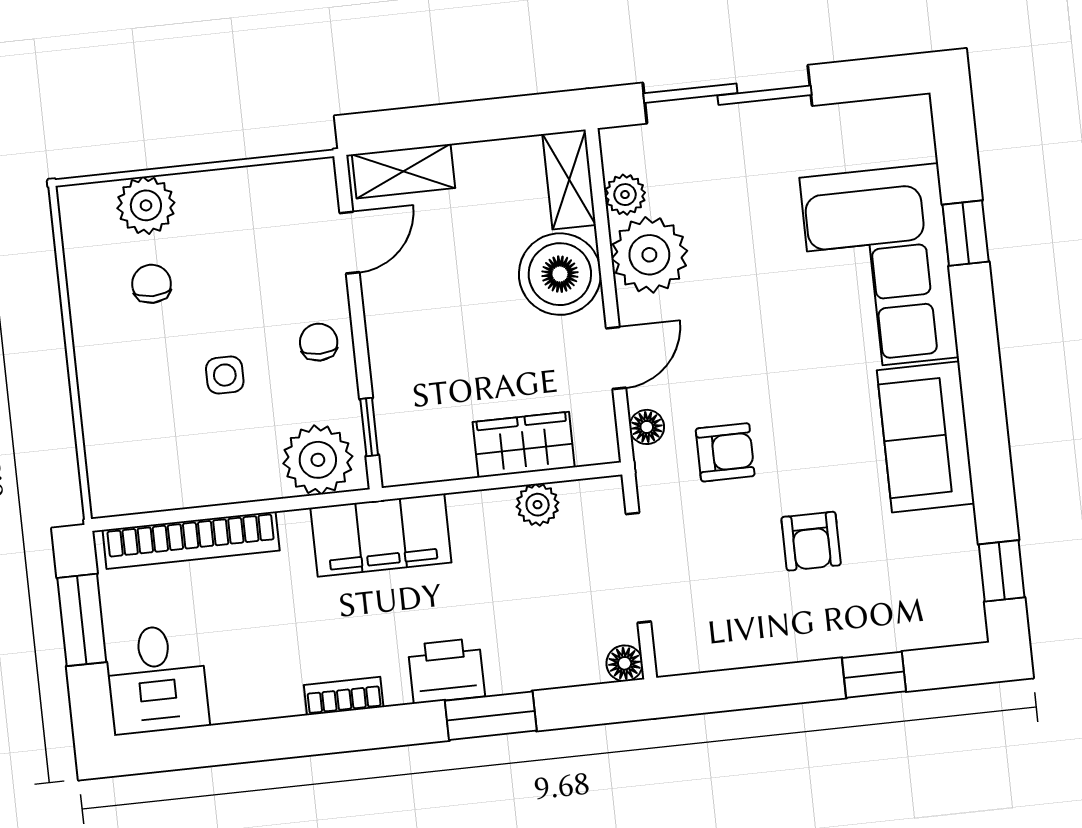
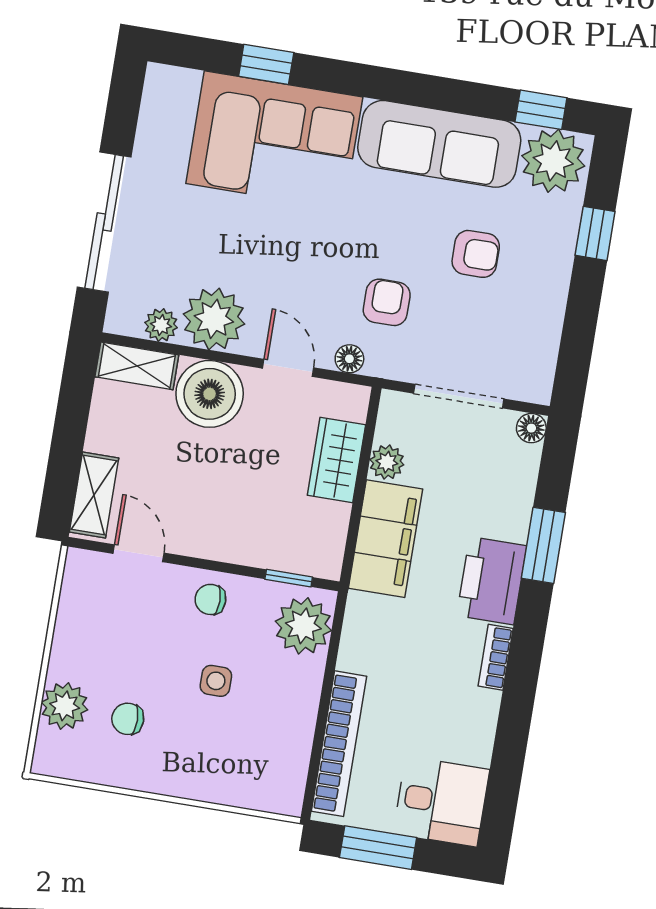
sofa: (926, 437) -> (439, 144), width x1.36
filing cabinet: (381, 535) -> (386, 539), moved
plant: (946, 602) -> (553, 161), added
printer: (446, 671) -> (492, 581), width x1.37, depth x1.19

